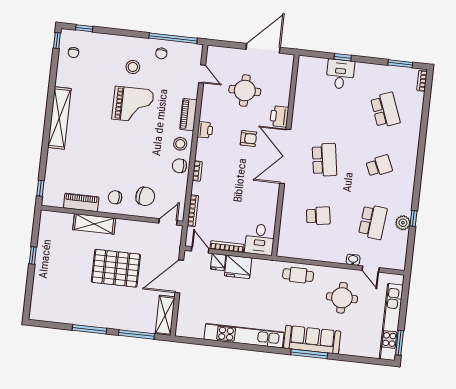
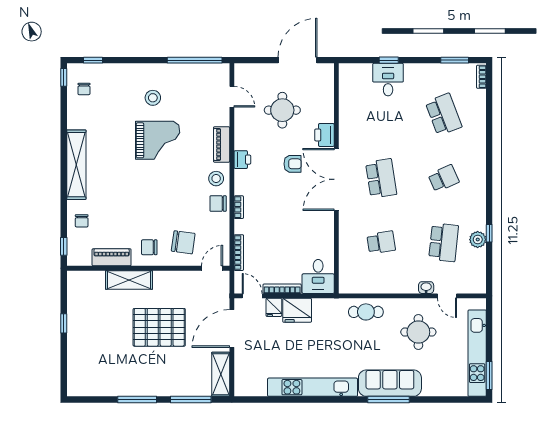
chair: (161, 53) -> (82, 221), moved

